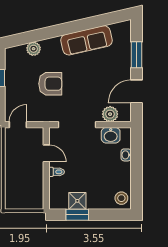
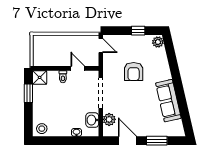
plant: (34, 49) -> (158, 42), moved
door: (46, 153) -> (78, 68), swing flipped
shower: (77, 201) -> (40, 77), moved

